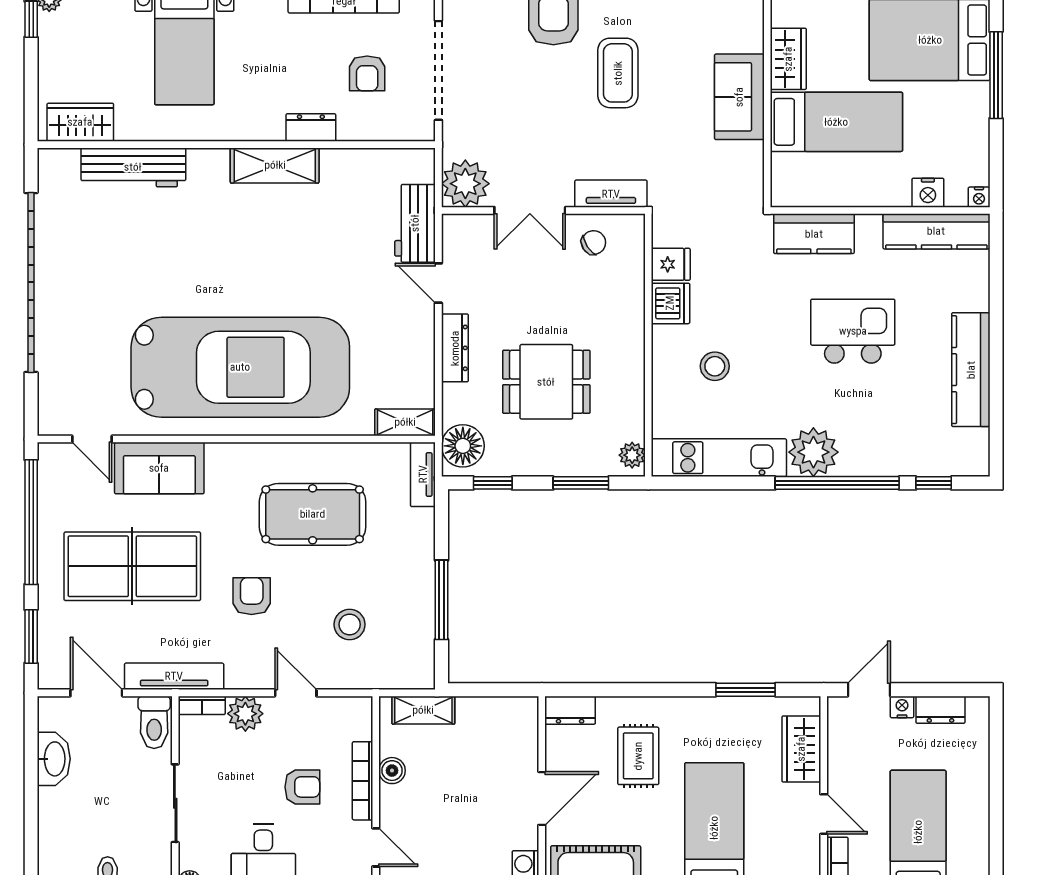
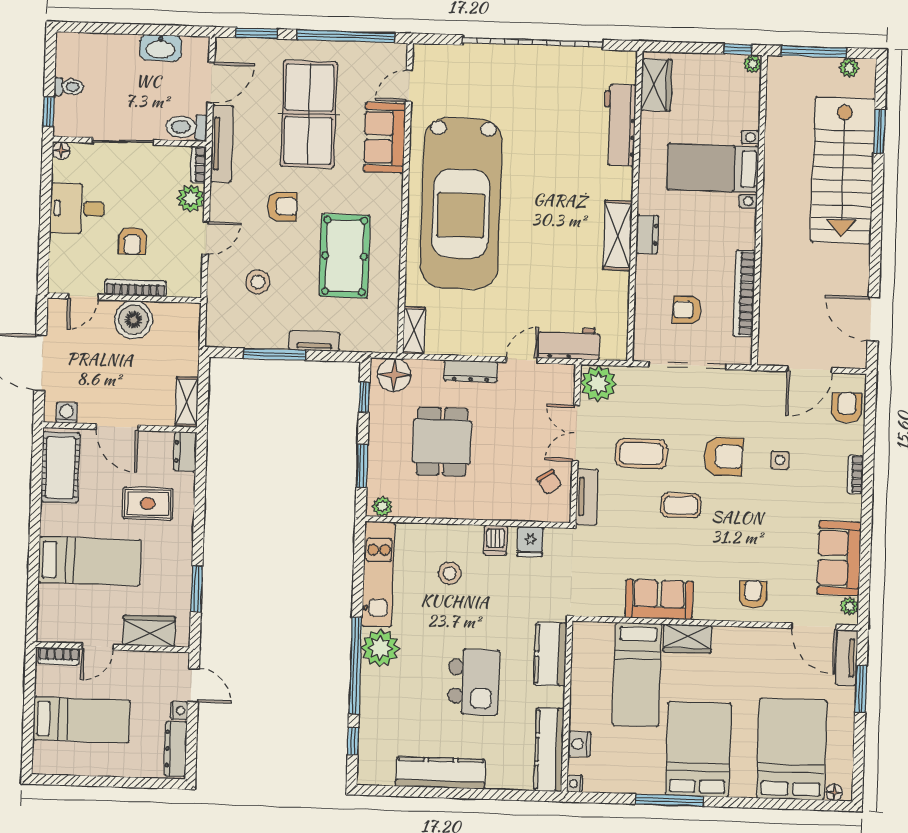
coffee table: (618, 73) -> (681, 505), width x0.73, depth x0.77
coffee table: (553, 126) -> (641, 454), added
dresser: (311, 128) -> (647, 235), moved
dishwasher: (670, 303) -> (495, 540), width x0.73
tv unit: (423, 474) -> (314, 341), moved
shelving: (423, 710) -> (187, 402), moved
dresser: (940, 710) -> (176, 749), width x1.44
boiler: (392, 771) -> (134, 320), width x1.86, depth x1.86

